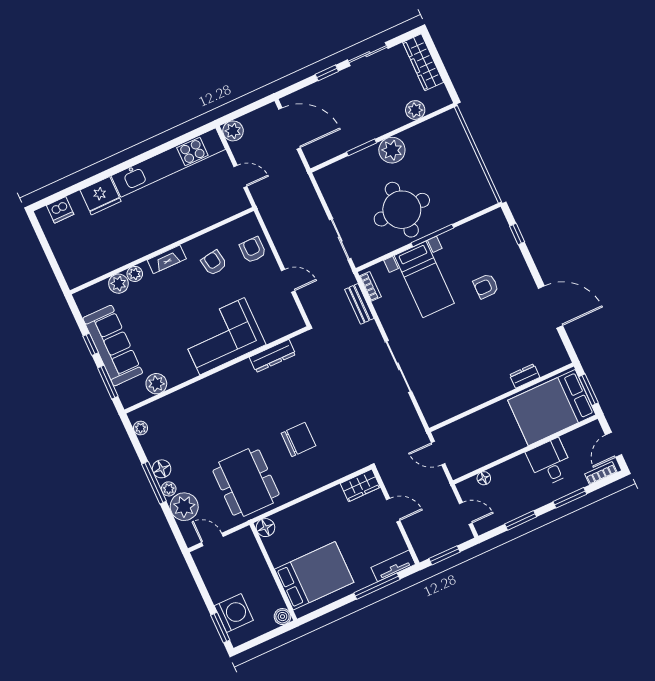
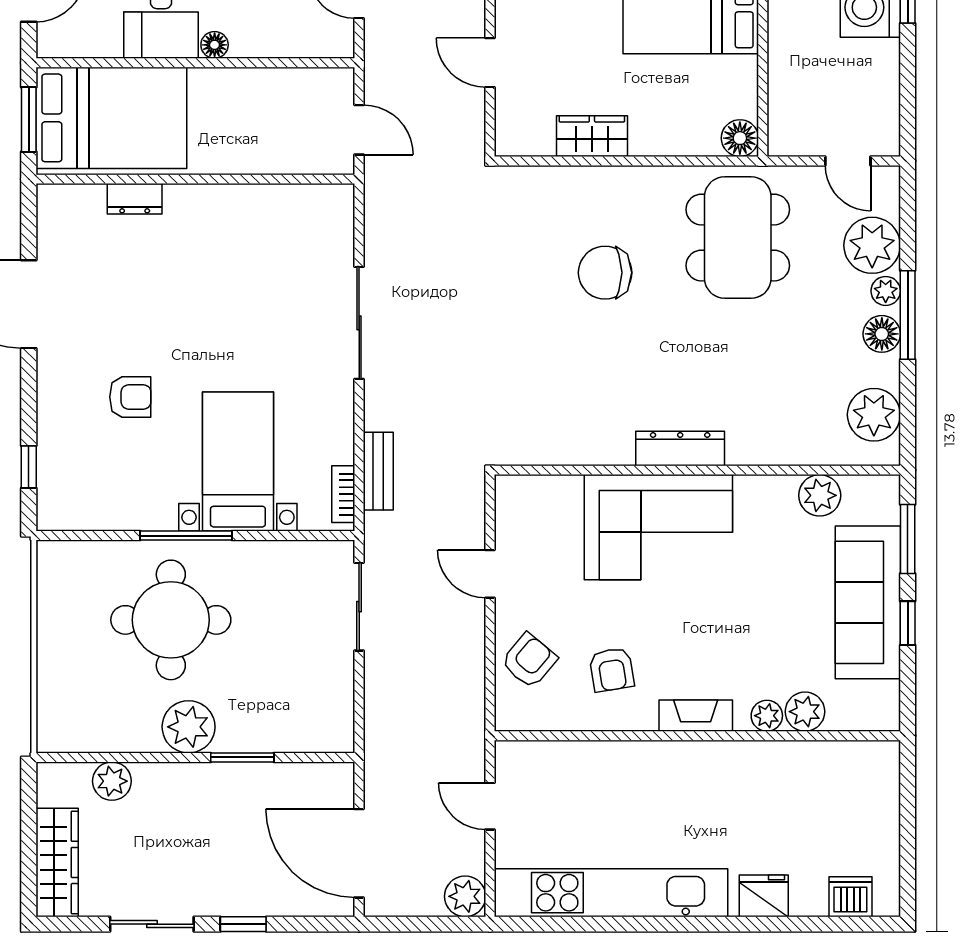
fridge: (101, 196) -> (764, 896), width x0.73, depth x0.75
round table: (402, 210) -> (171, 620), moved
armchair: (253, 250) -> (529, 661), turned -140
dresser: (273, 356) -> (680, 448), moved
plant: (140, 428) -> (874, 415), width x1.88, depth x1.88
floor lamp: (484, 478) -> (215, 45), moved
wardrobe: (360, 485) -> (592, 136), moved

